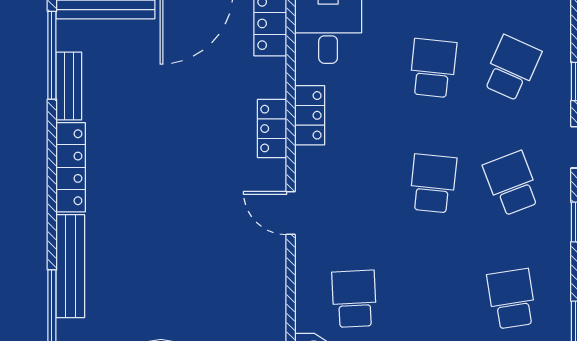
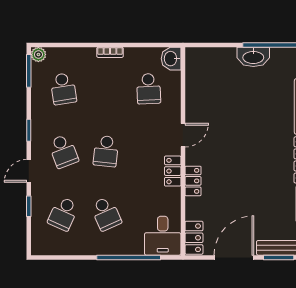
school desk: (433, 68) -> (106, 214), turned -30
locker: (310, 115) -> (173, 171), moved
door: (291, 213) -> (183, 135), hinge flipped

